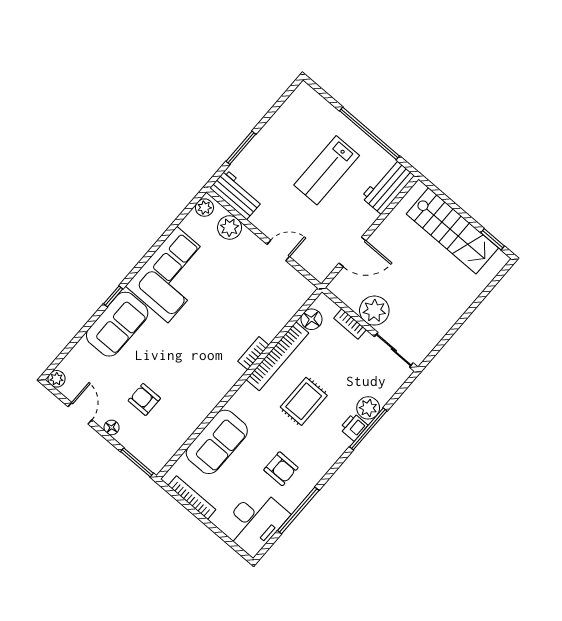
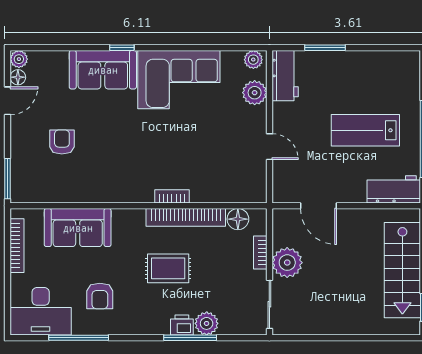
floor lamp: (112, 427) -> (18, 77), moved

